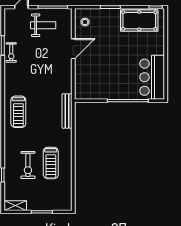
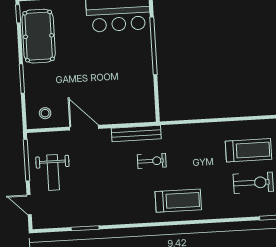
weight bench: (43, 25) -> (53, 172), turned 180
exercise bike: (11, 52) -> (152, 161), moved
bench: (67, 111) -> (136, 133), moved

